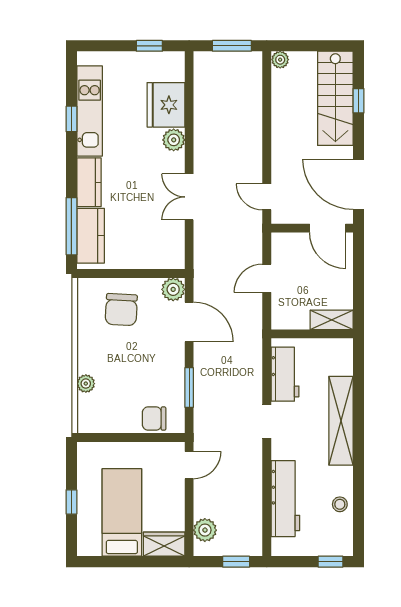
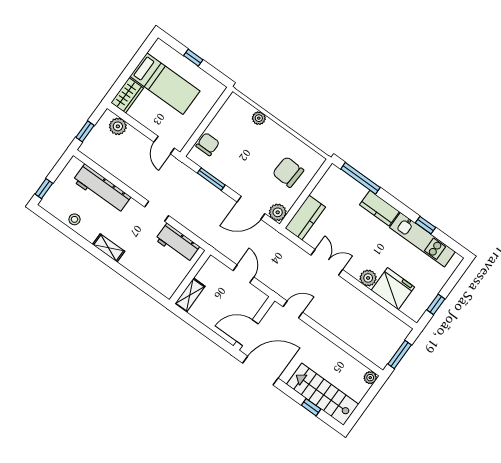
kitchen counter: (91, 236) -> (305, 218), moved, turned -90
shelving: (341, 421) -> (109, 248), width x0.45, depth x0.75

